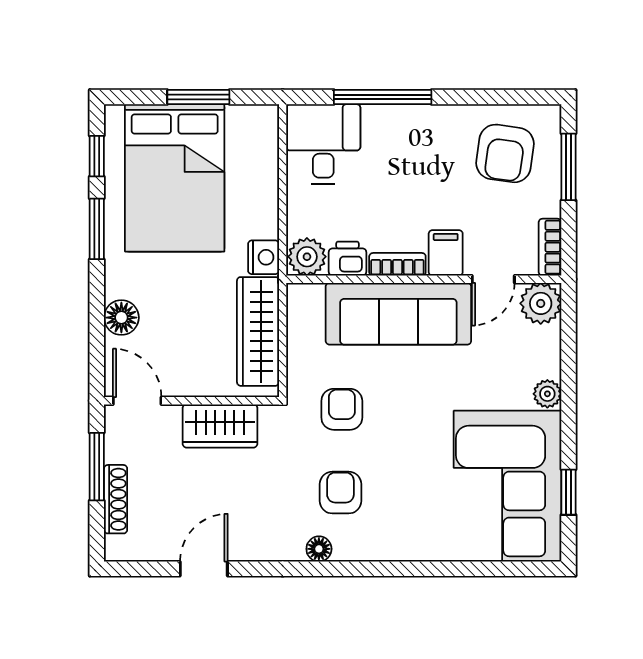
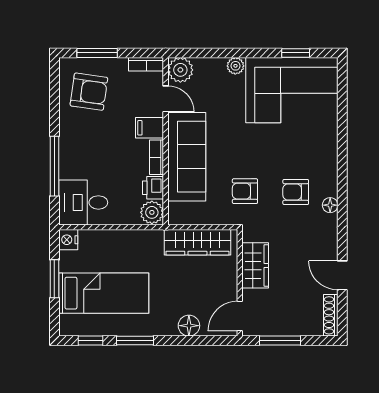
bed: (175, 178) -> (104, 293), width x0.67
nightstand: (264, 257) -> (68, 240), moved, turned -90
shoe rack: (116, 499) -> (331, 315), moved, turned -90

